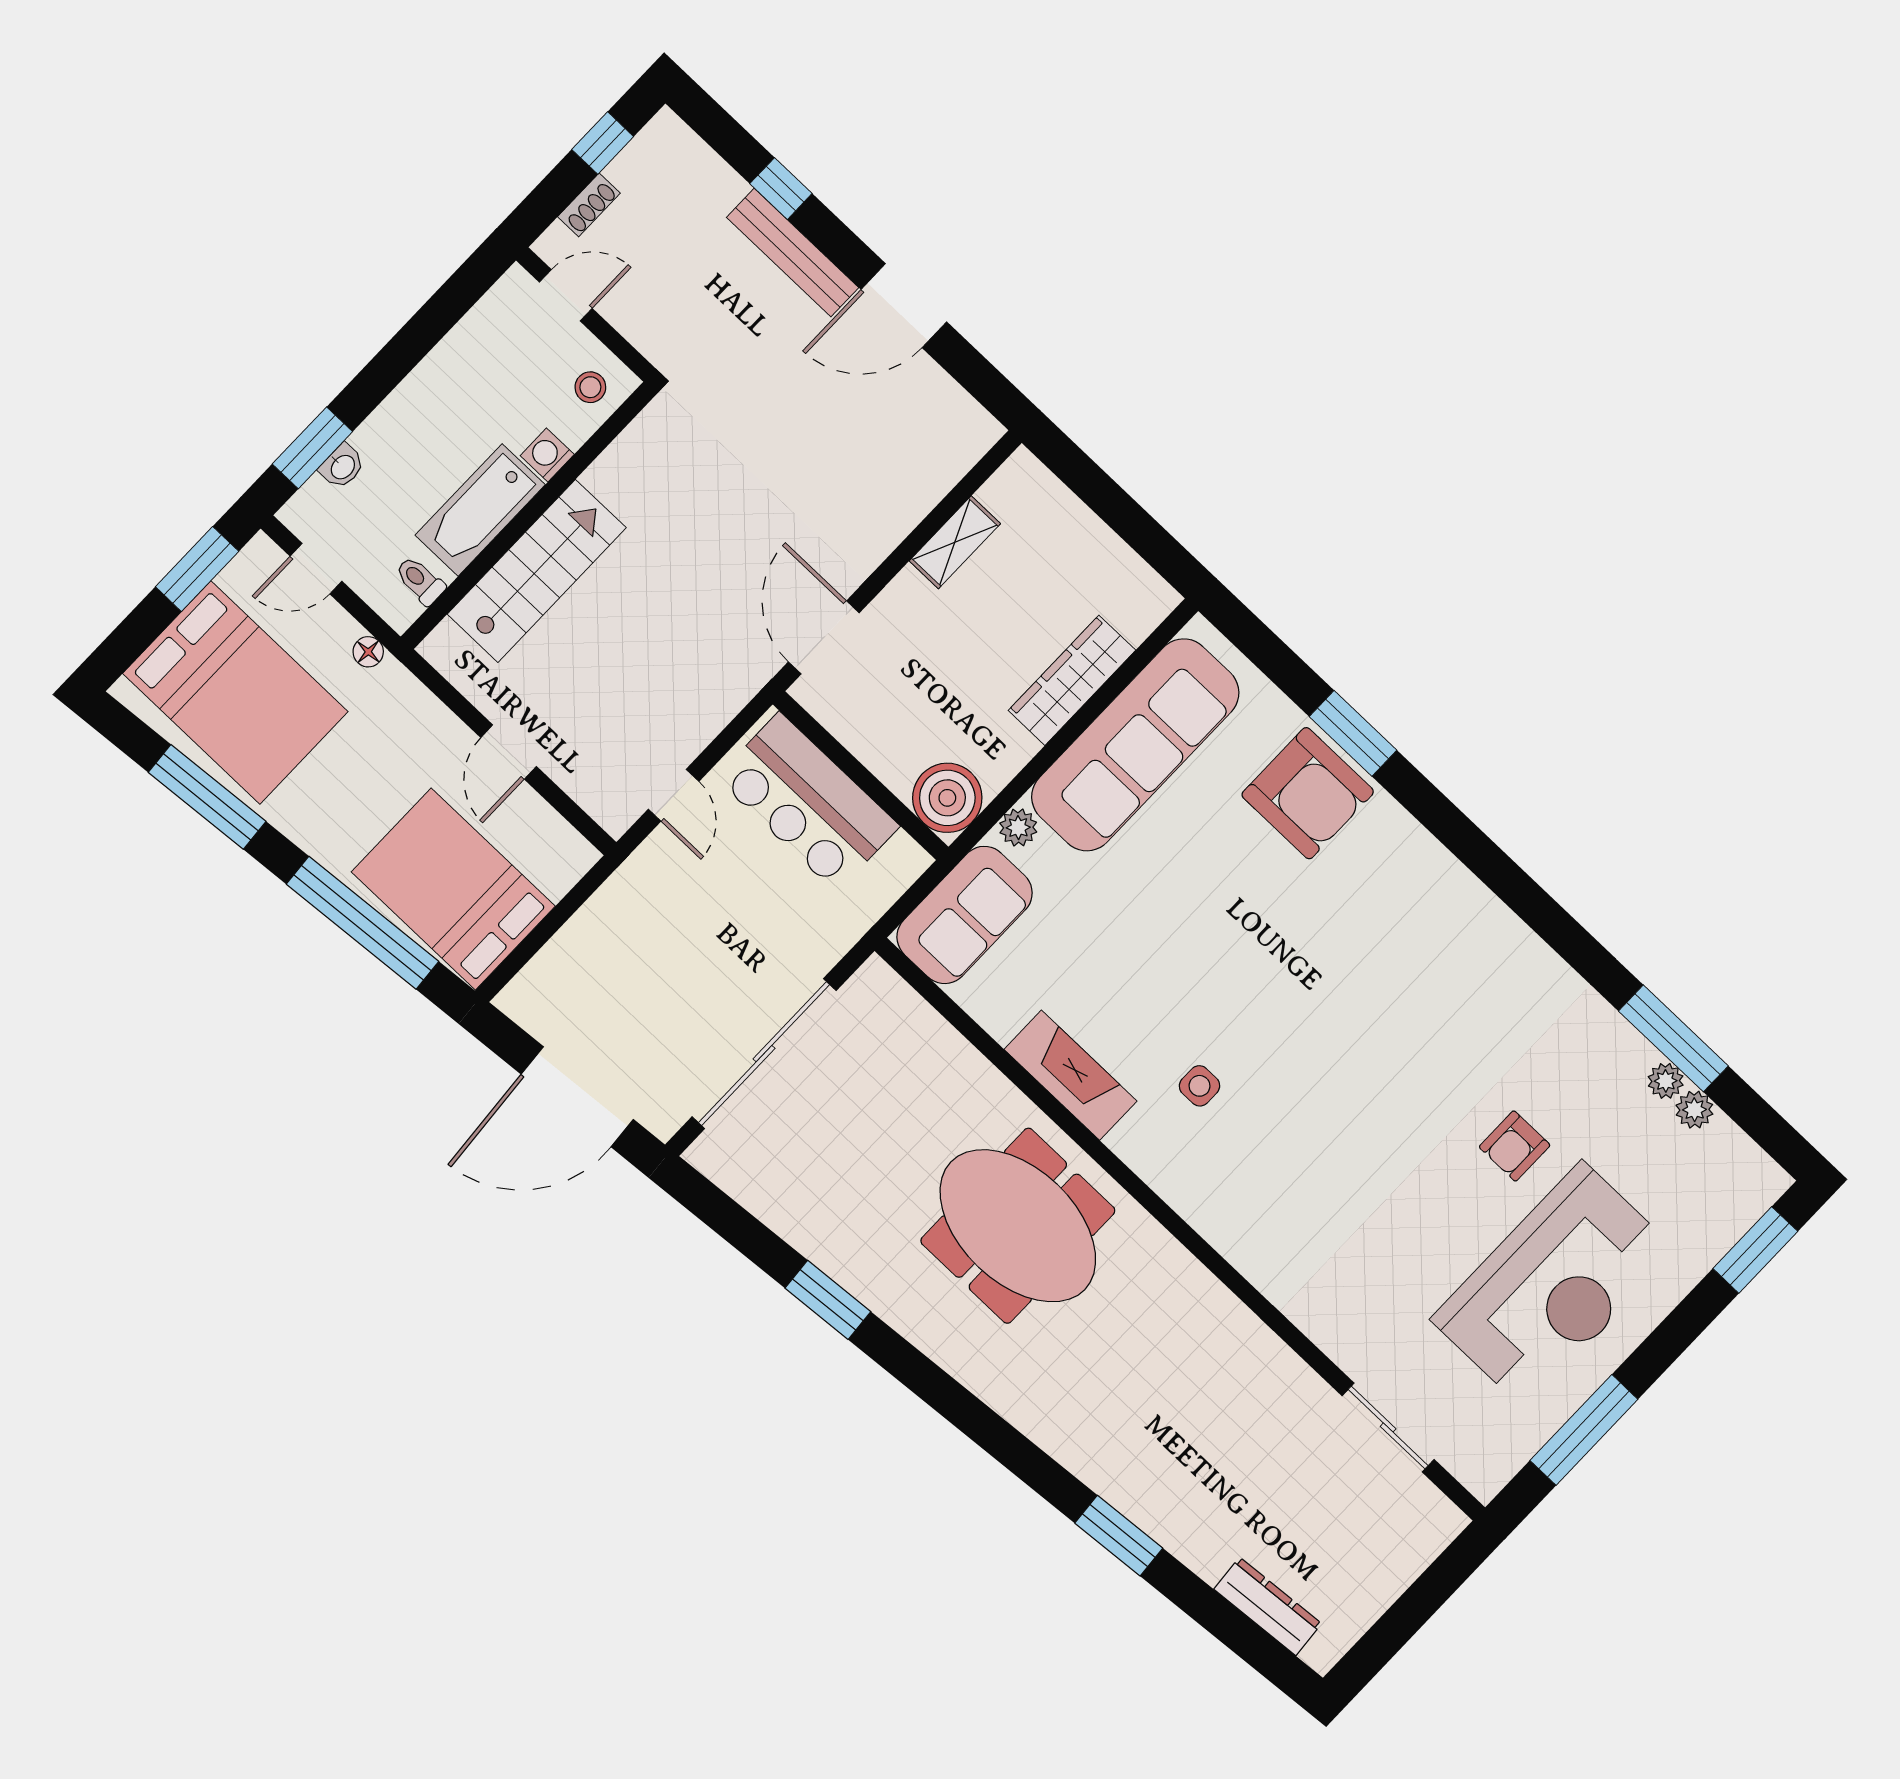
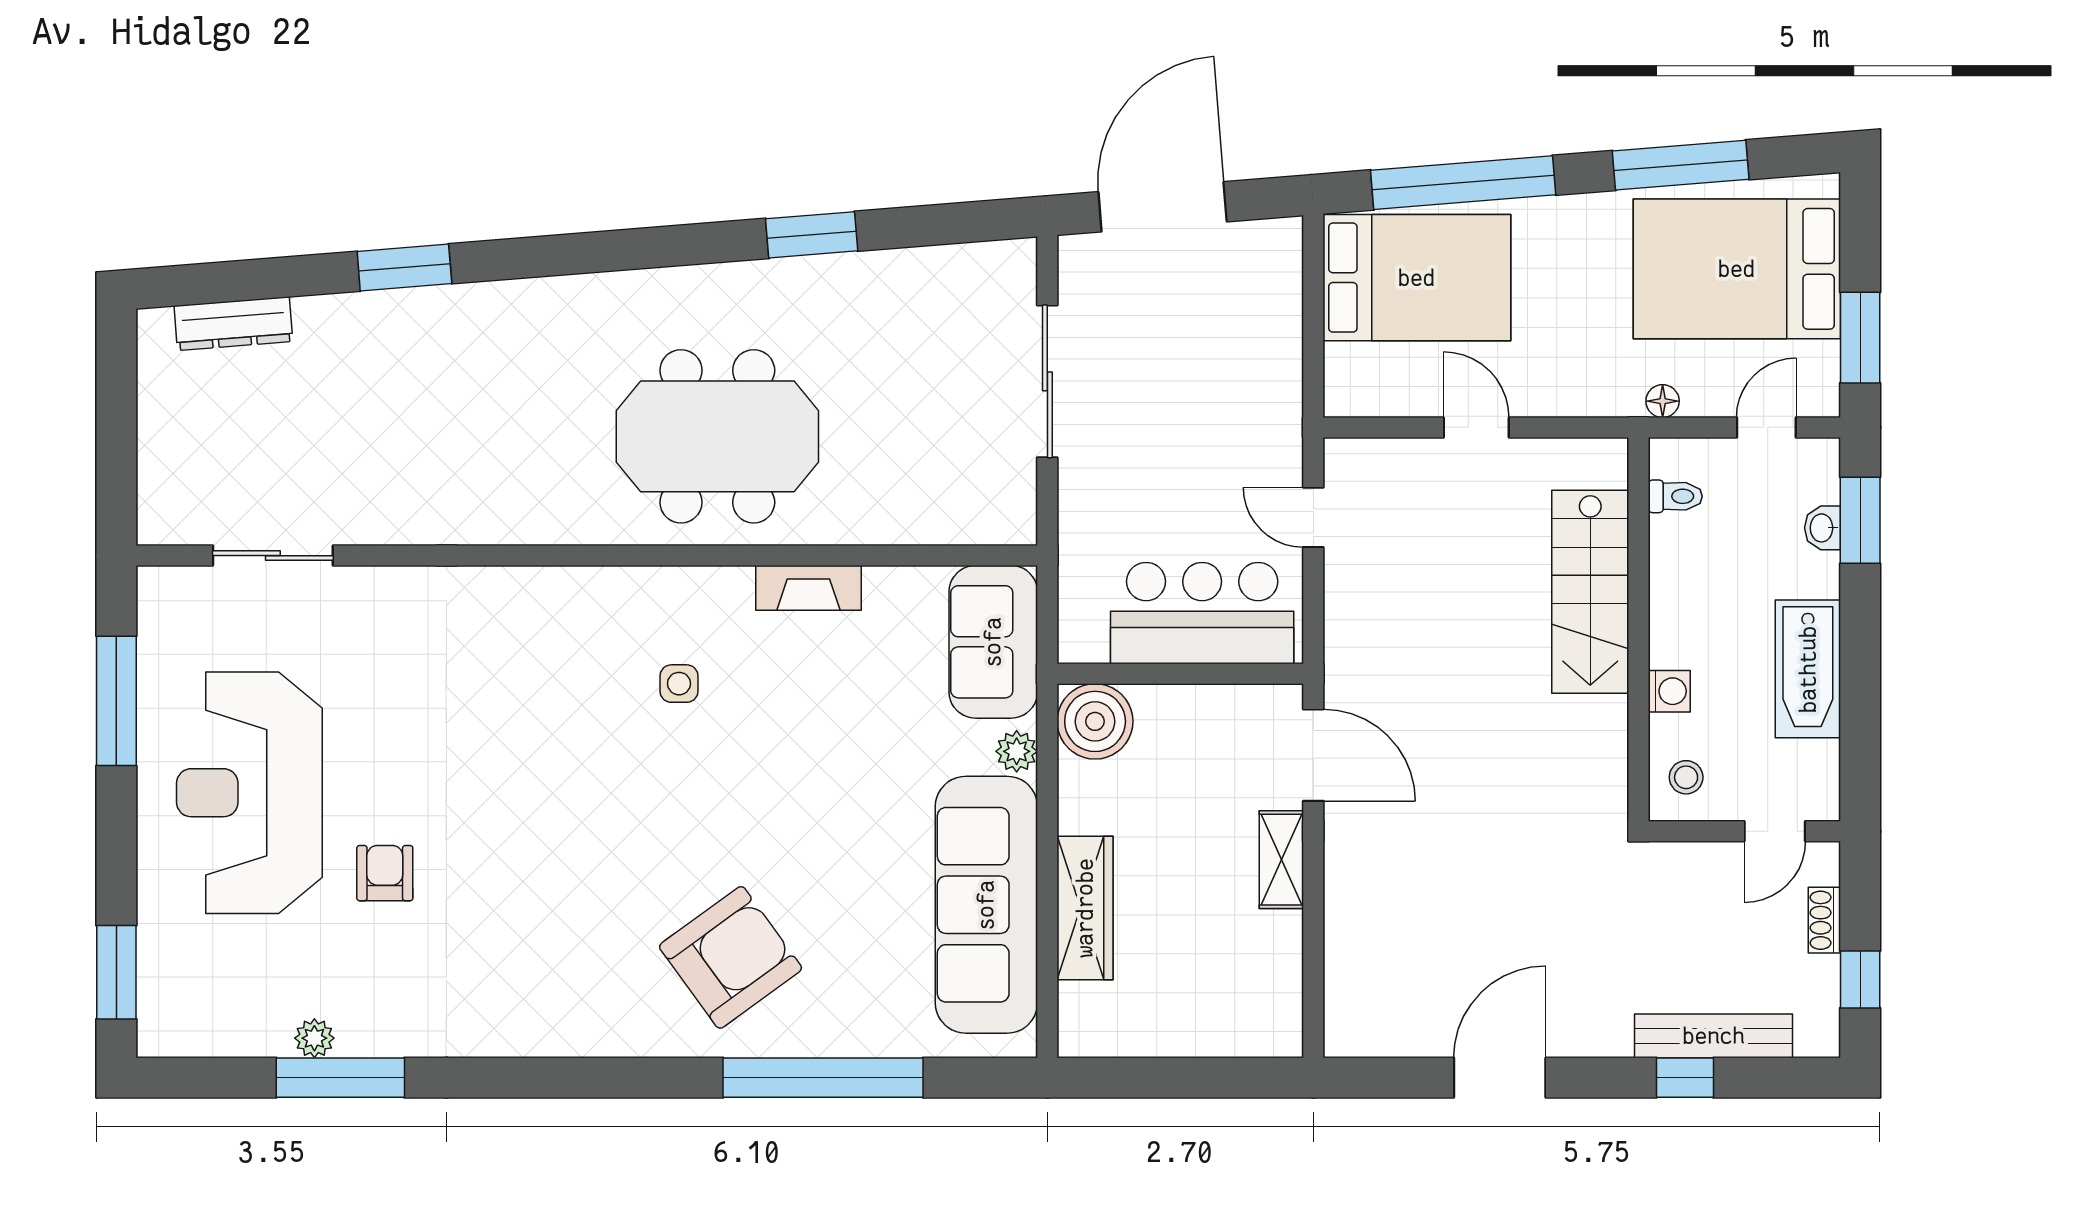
bench: (793, 253) -> (1714, 1036), moved
bathtub: (480, 510) -> (1808, 669), moved, turned 180
shelving: (955, 542) -> (1281, 860), moved
window: (1353, 733) -> (823, 1078), width x2.11
armchair: (1308, 793) -> (731, 957), moved, turned 144
sliding door: (764, 1054) -> (1047, 381), width x0.73
fireplace: (1071, 1075) -> (808, 588), width x0.73, depth x0.76
plant: (1694, 1110) -> (270, 1037), removed

